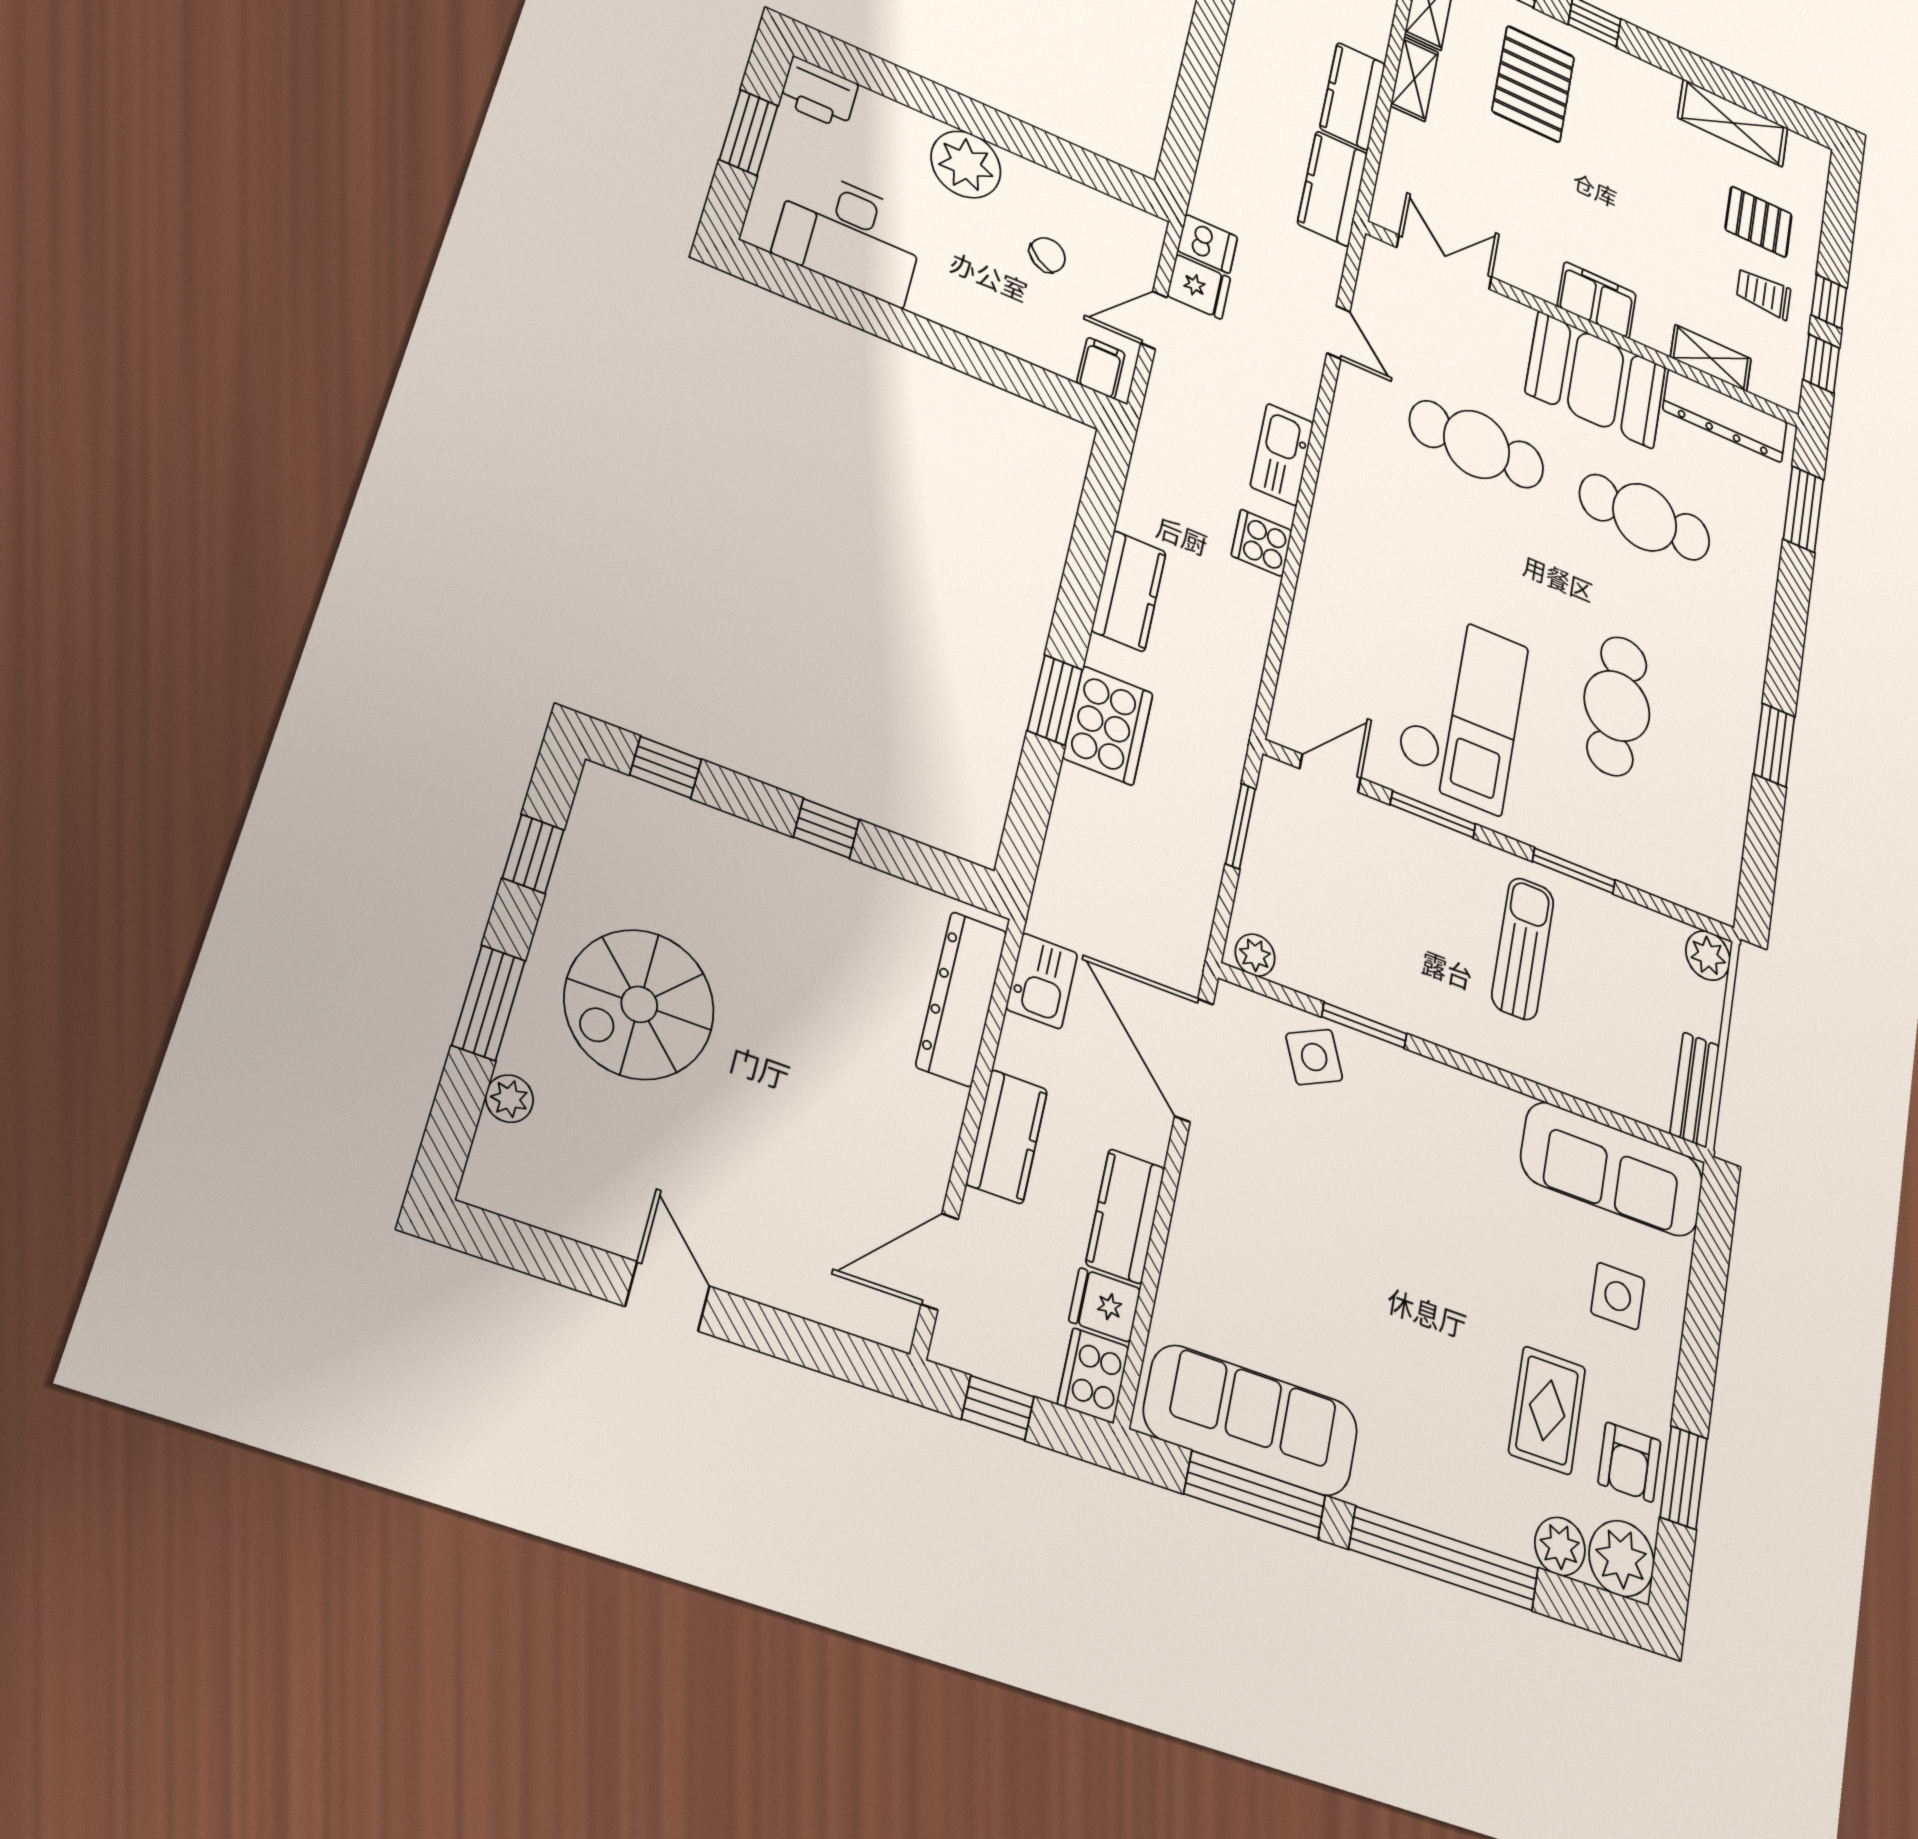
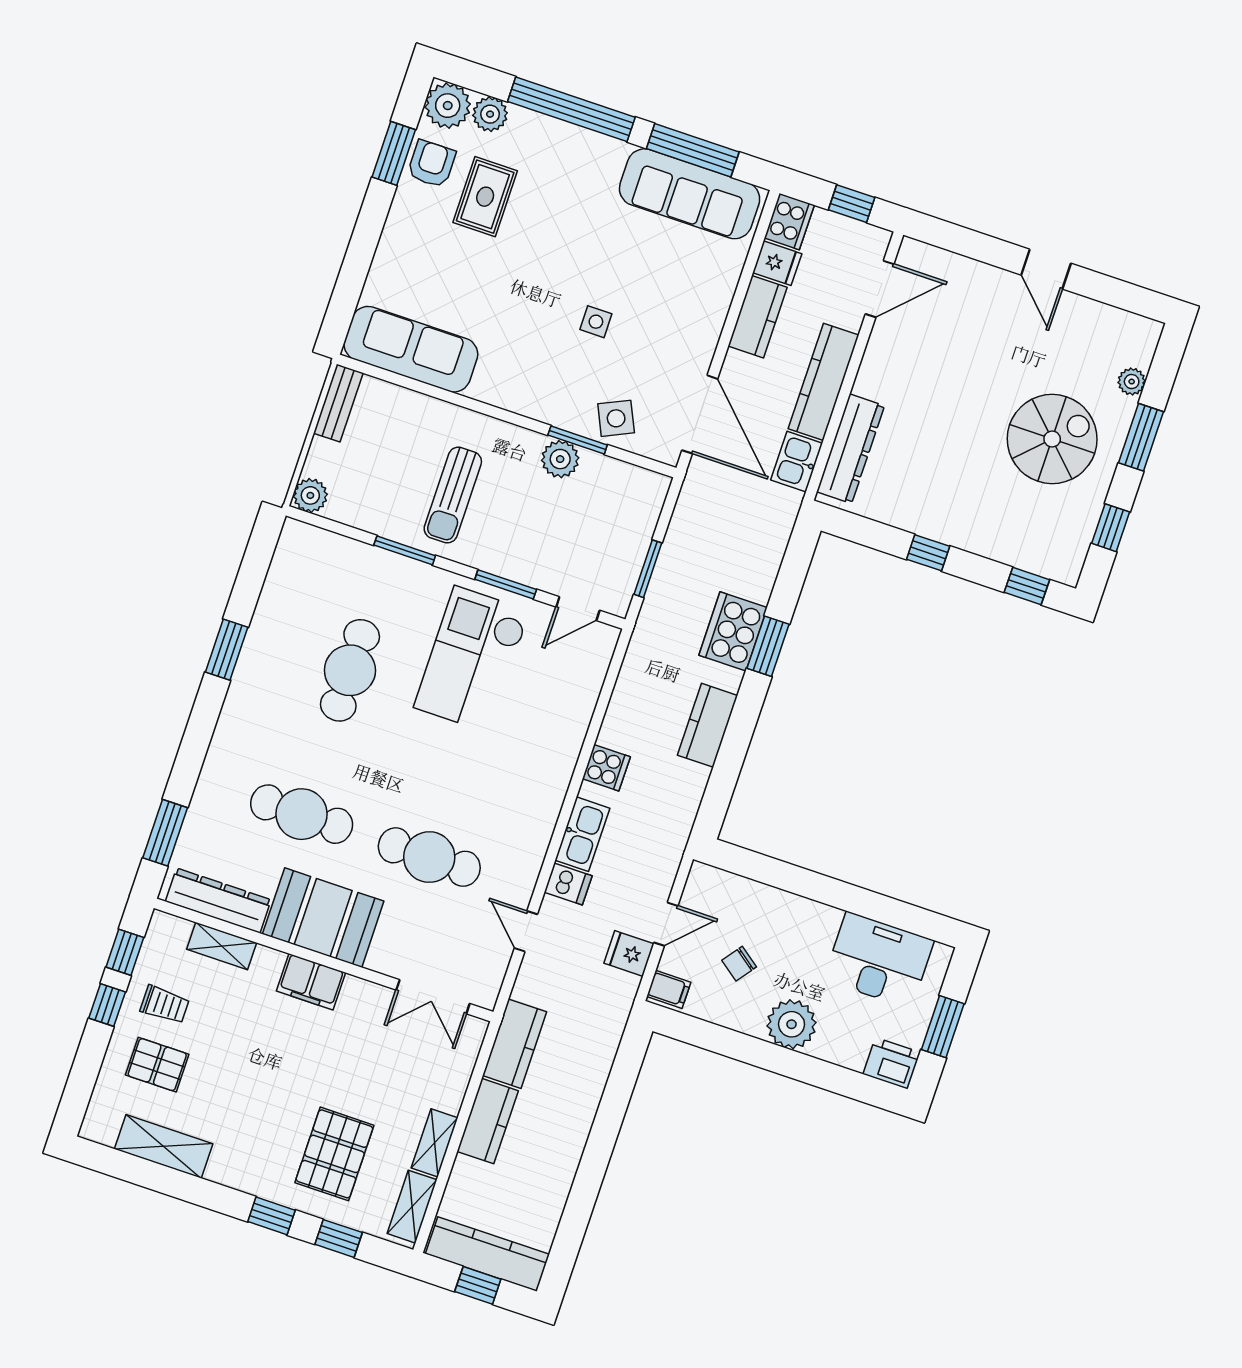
dishwasher: (1207, 244) -> (568, 884), moved, turned 180
filing cabinet: (1101, 368) -> (669, 989), moved, turned -90
plant: (1255, 955) -> (560, 459), moved, width x1.38, depth x1.38
kitchen counter: (1007, 1137) -> (824, 382), width x1.50
side table: (1618, 1296) -> (596, 322), moved, width x0.73, depth x0.73

